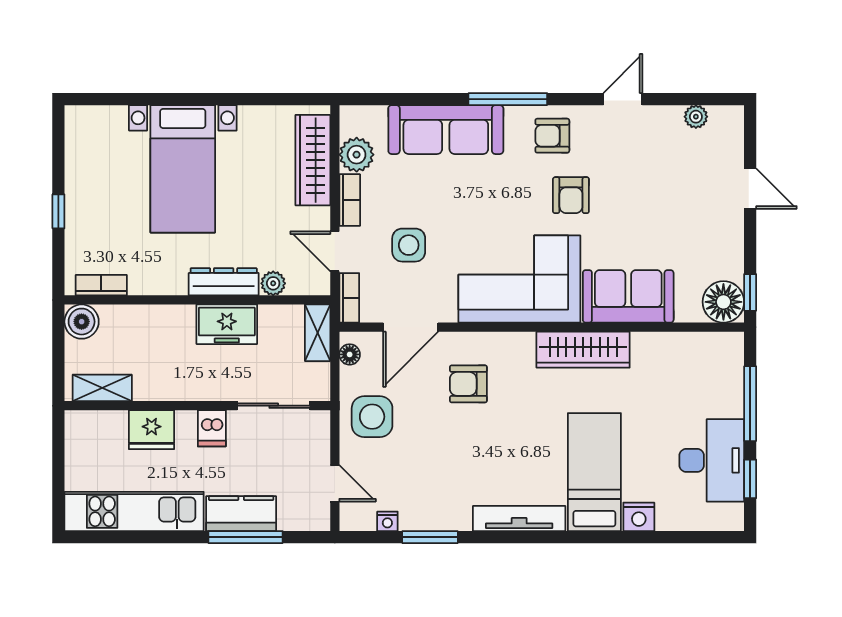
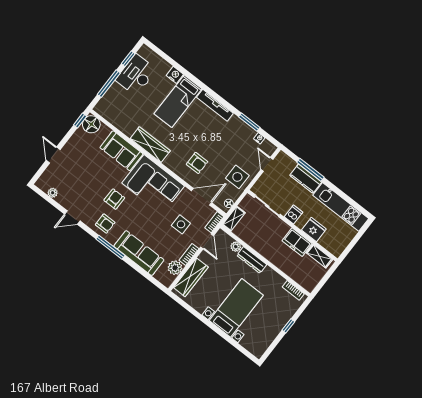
boiler: (82, 322) -> (309, 283), removed
freezer: (227, 324) -> (297, 242), moved, turned 180

